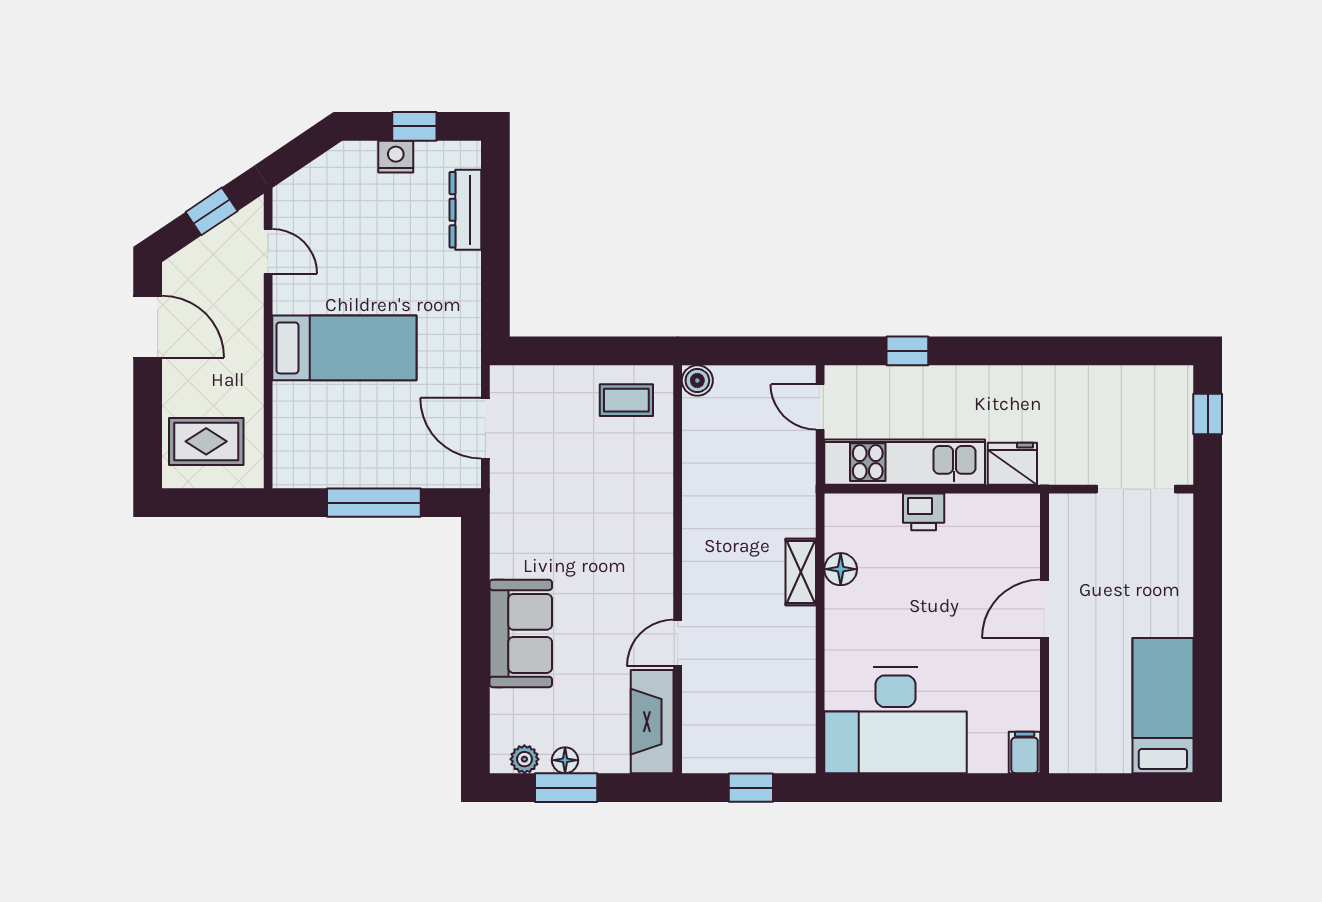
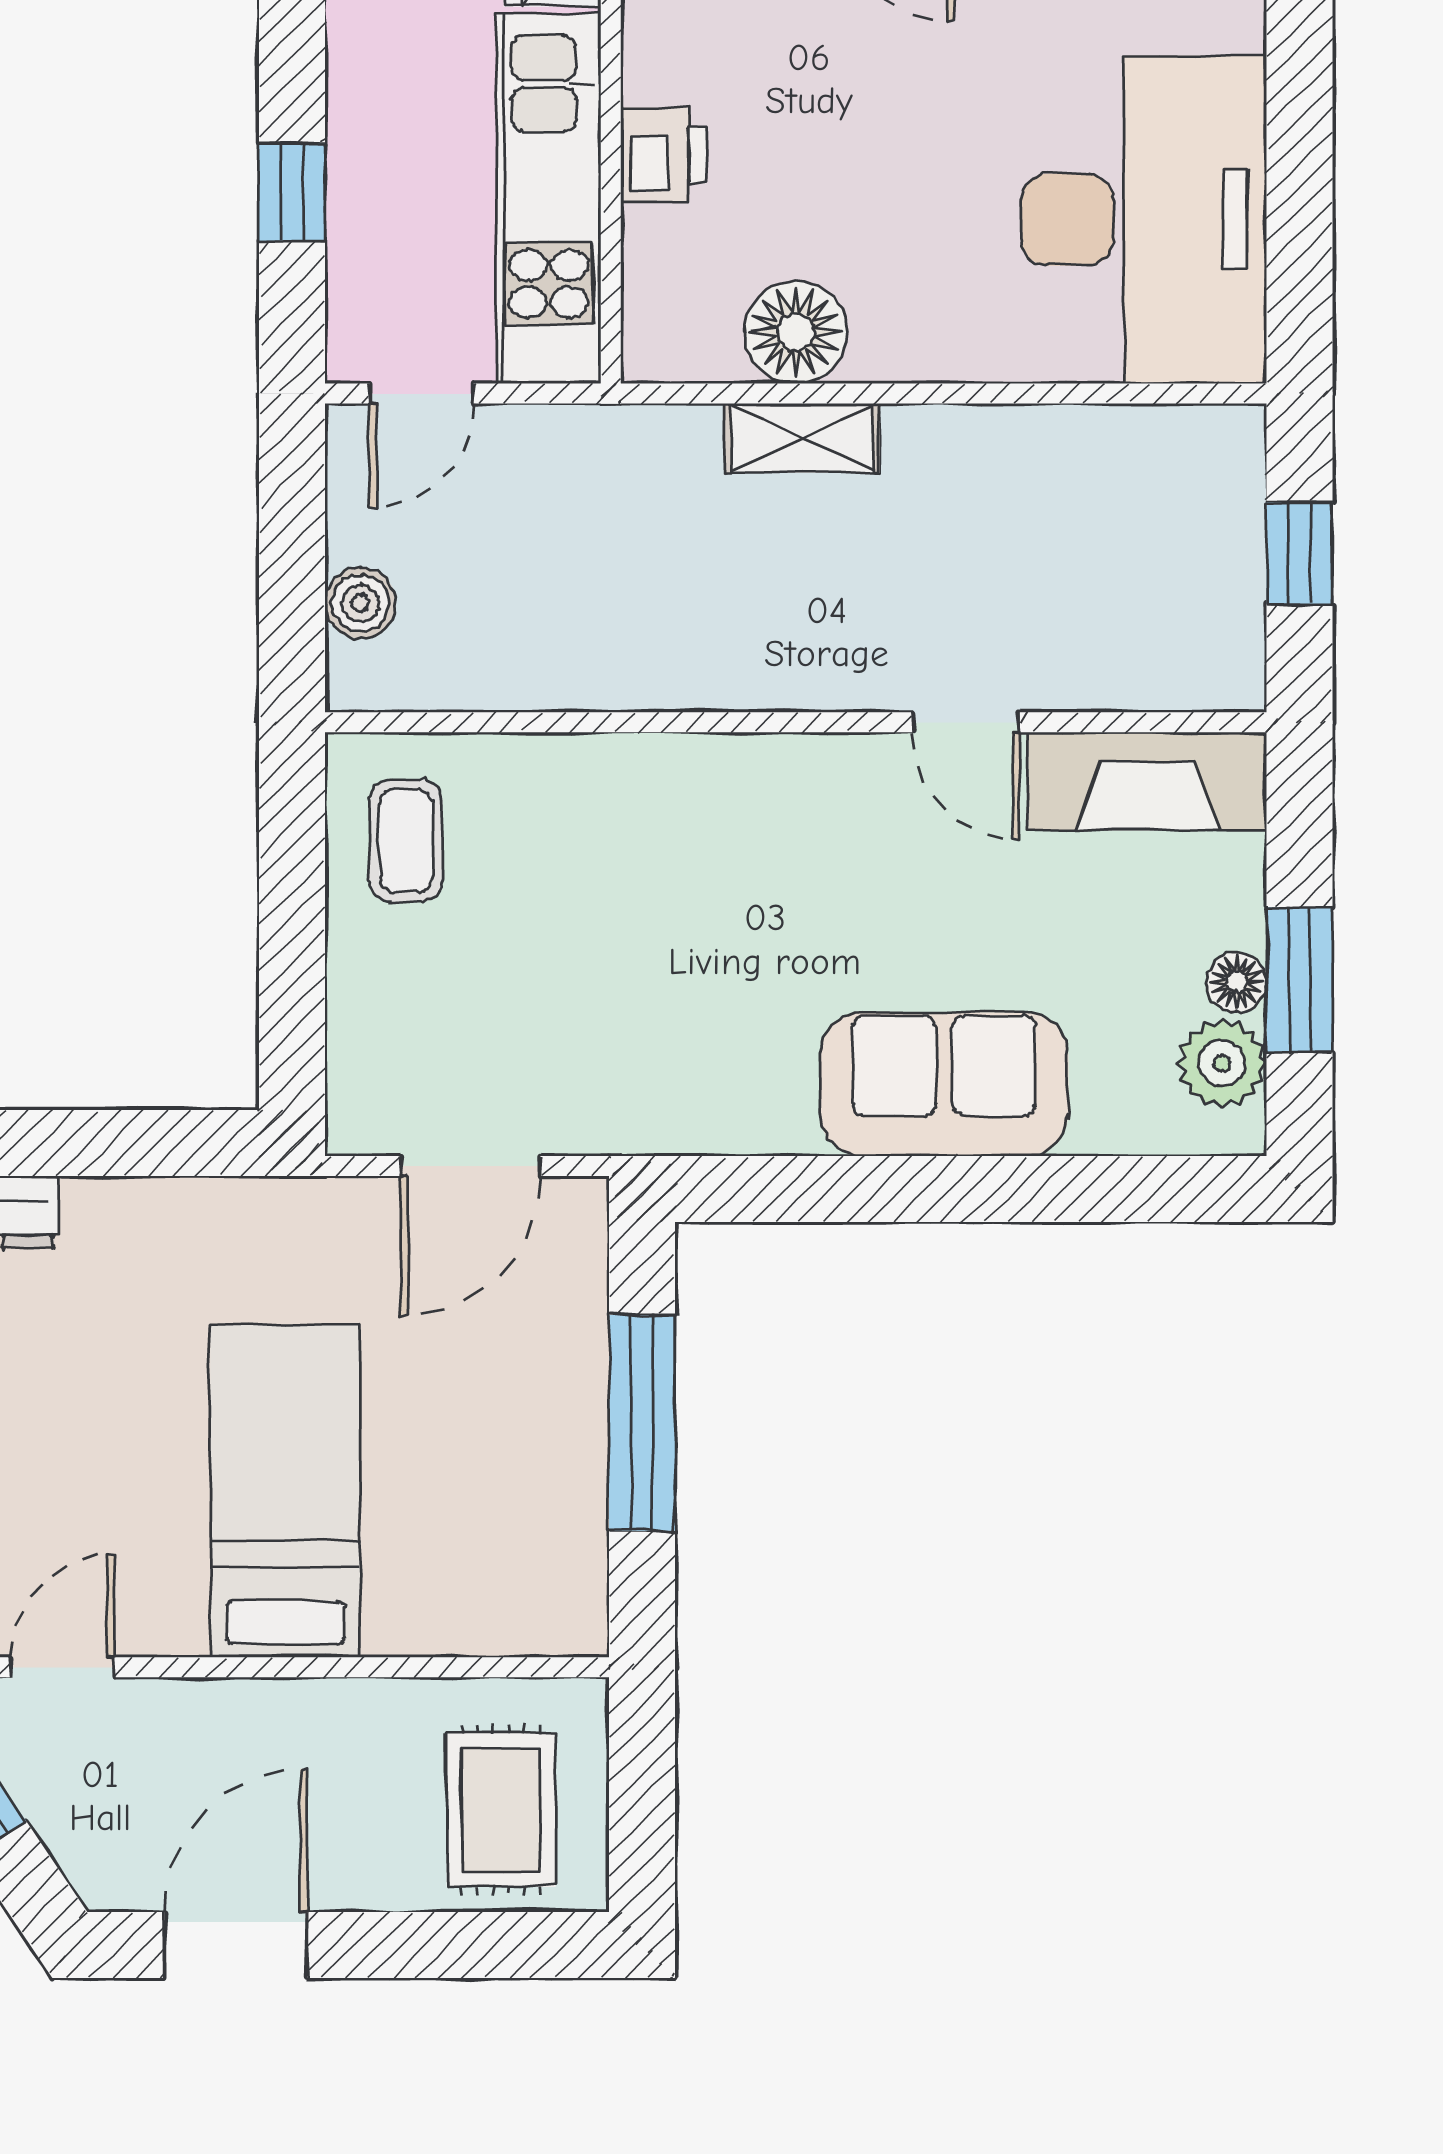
boiler: (697, 380) -> (360, 603), moved
floor lamp: (841, 569) -> (796, 332), width x1.38, depth x1.38
plant: (524, 759) -> (1222, 1063), width x1.38, depth x1.38

